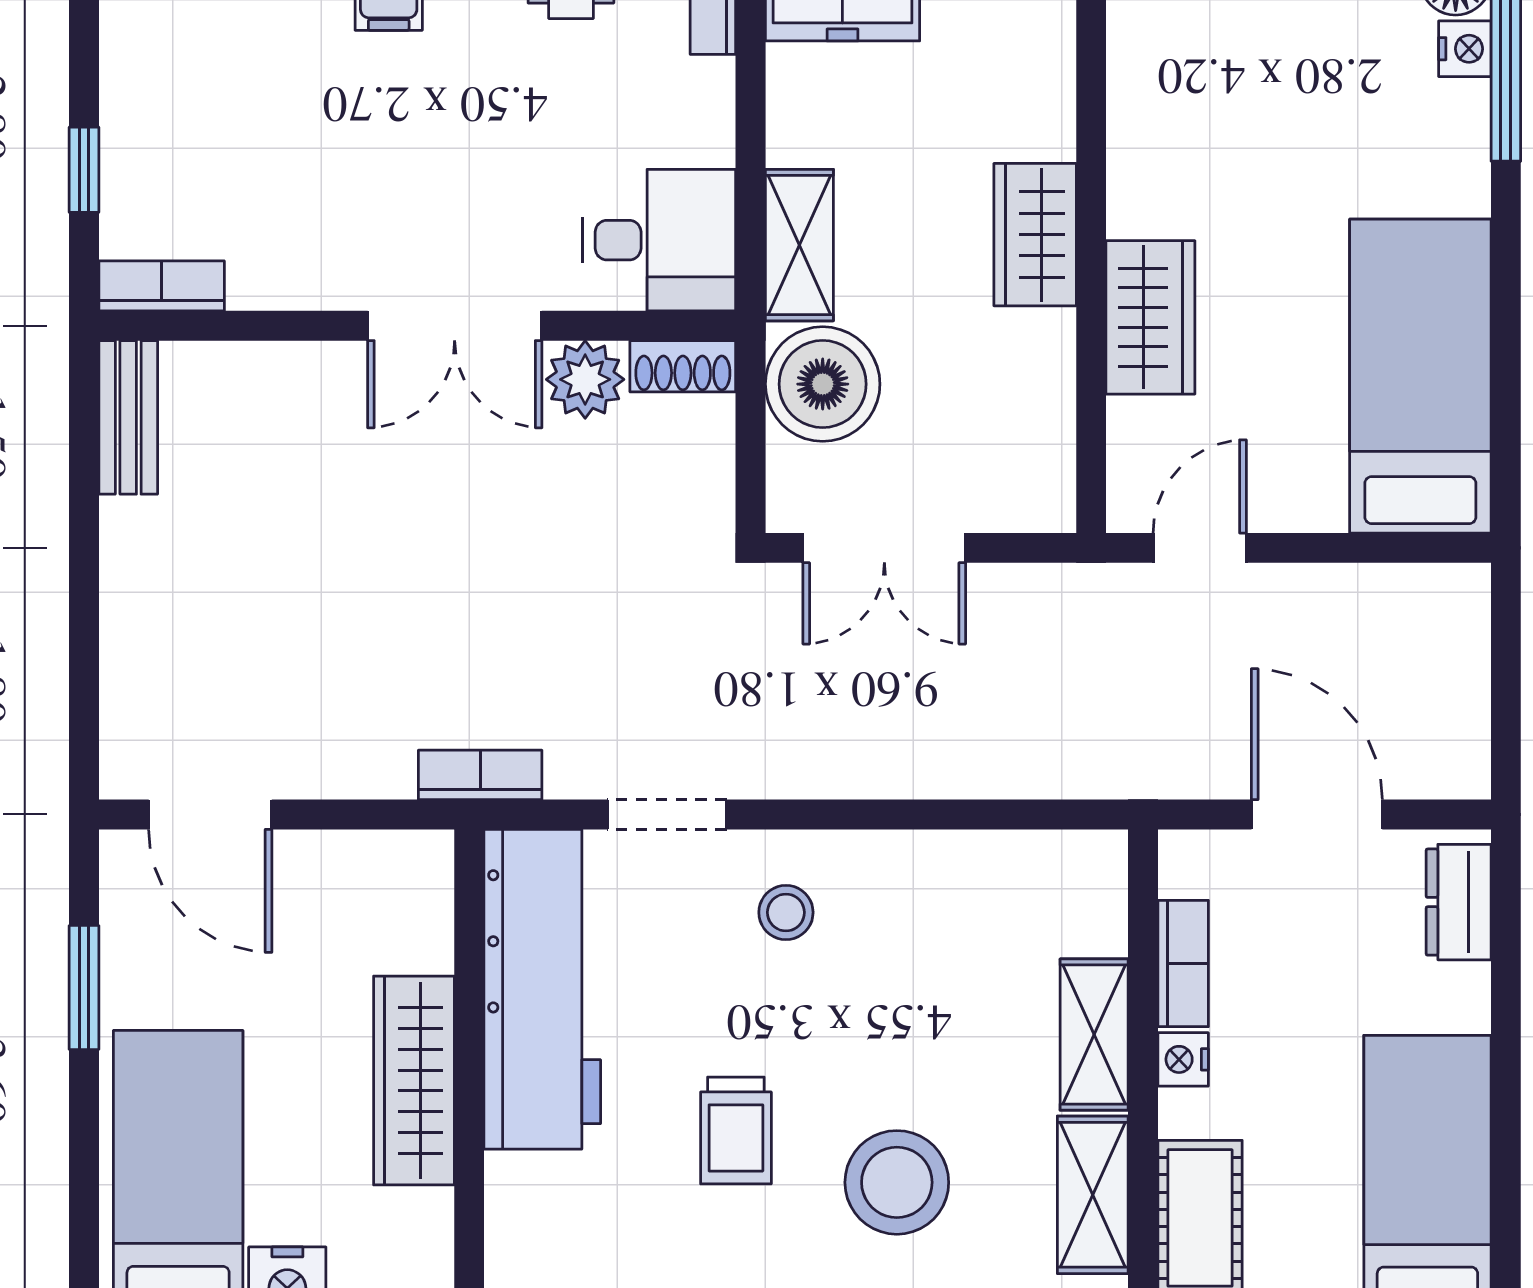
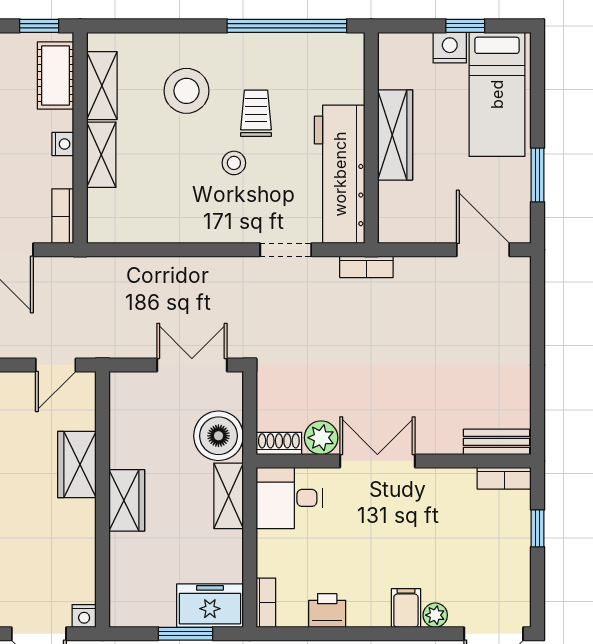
bench: (128, 417) -> (496, 442), moved, turned 90
stool: (786, 912) -> (234, 163), moved
bookcase: (1183, 963) -> (63, 216), moved

